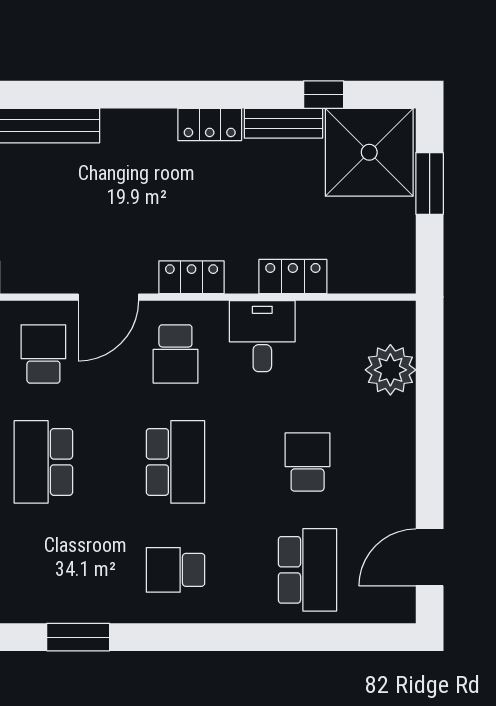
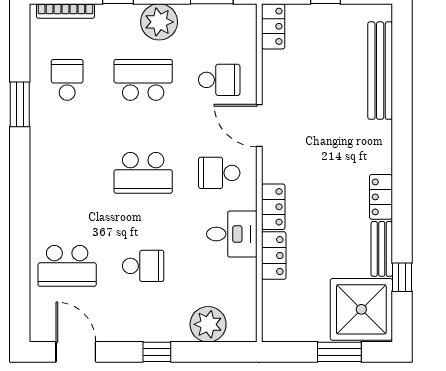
locker: (192, 277) -> (273, 207), moved
window: (430, 442) -> (157, 352), added
school desk: (175, 570) -> (67, 80), moved

